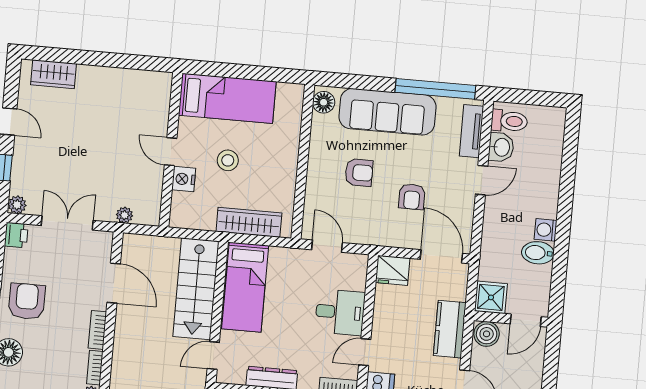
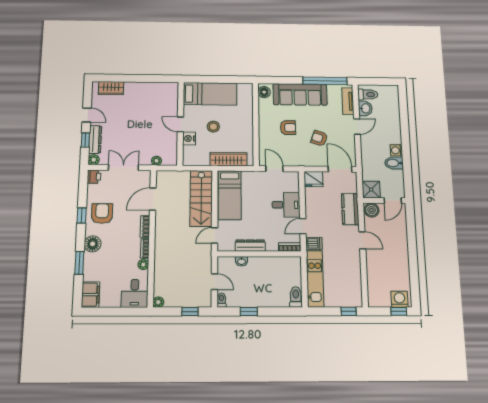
dresser: (21, 168) -> (95, 140), added
armchair: (412, 197) -> (319, 138), turned 109
door: (114, 283) -> (153, 199), swing flipped

